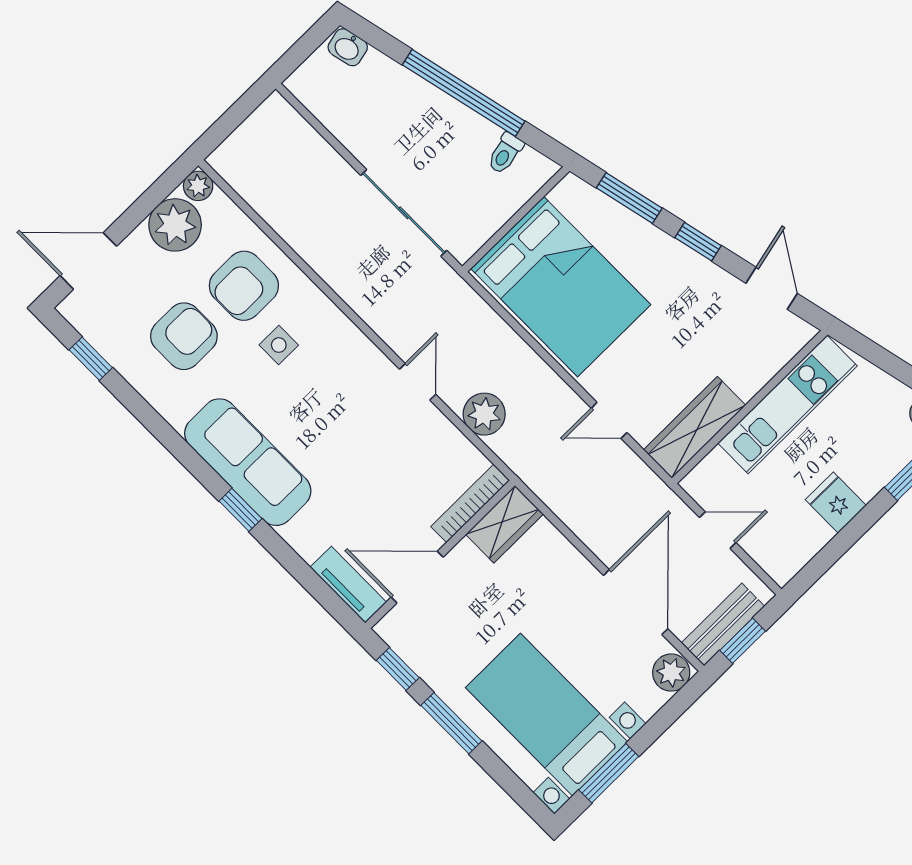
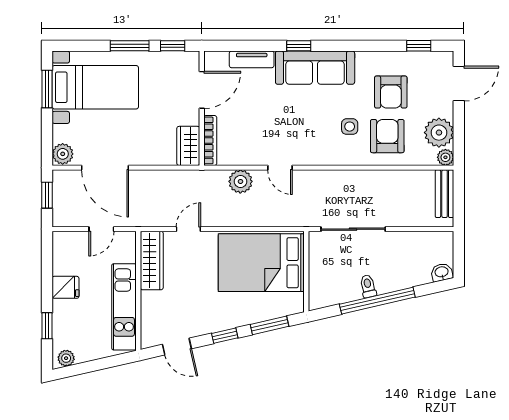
toilet: (505, 153) -> (368, 286), moved
tv unit: (348, 585) -> (252, 59), moved
bench: (723, 625) -> (445, 194), moved

